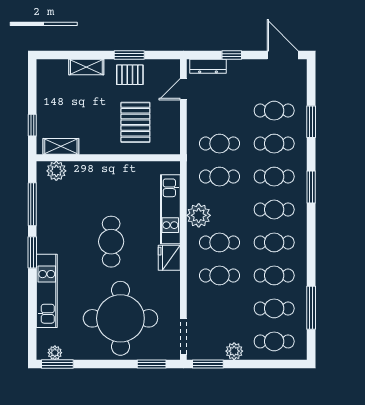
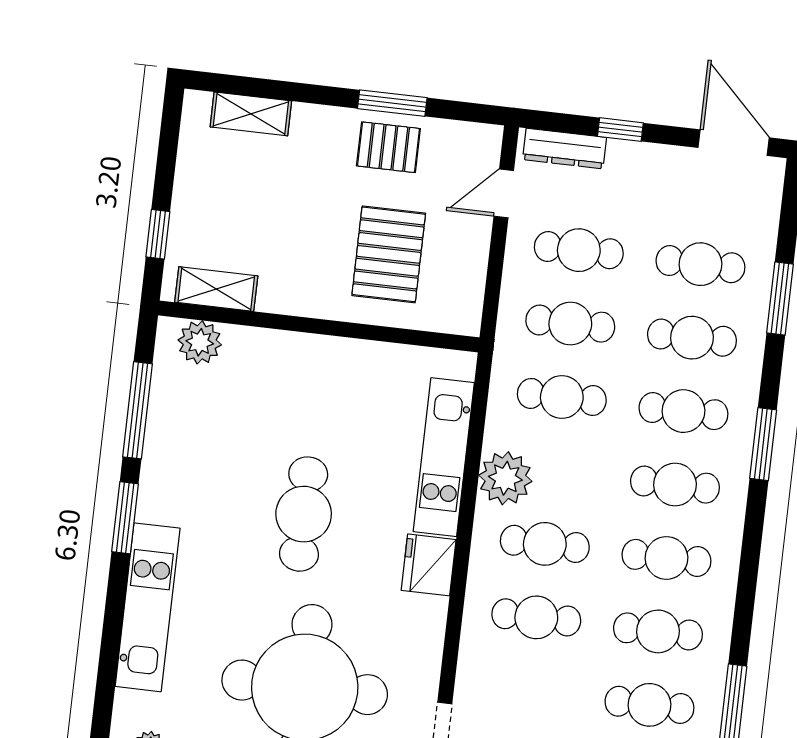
shelving: (86, 67) -> (251, 114), moved
cafe table: (220, 111) -> (579, 250), added

